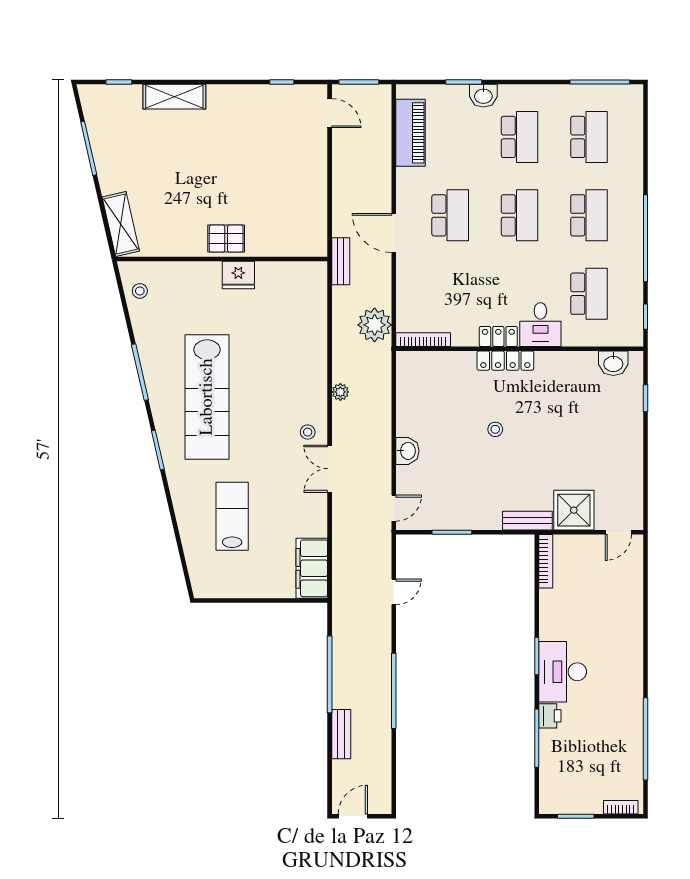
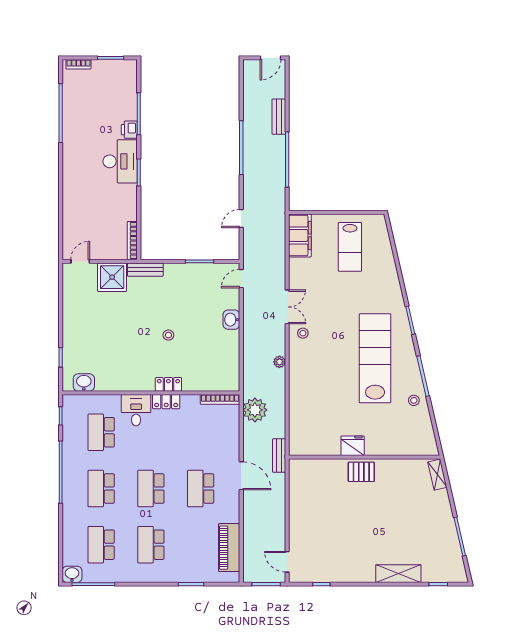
washbasin: (483, 96) -> (72, 574), moved
shelving: (121, 224) -> (437, 475), width x0.67, depth x0.75
stool: (140, 291) -> (414, 400), moved
locker: (505, 361) -> (168, 384), width x0.66
lab bench: (232, 516) -> (350, 247), moved

